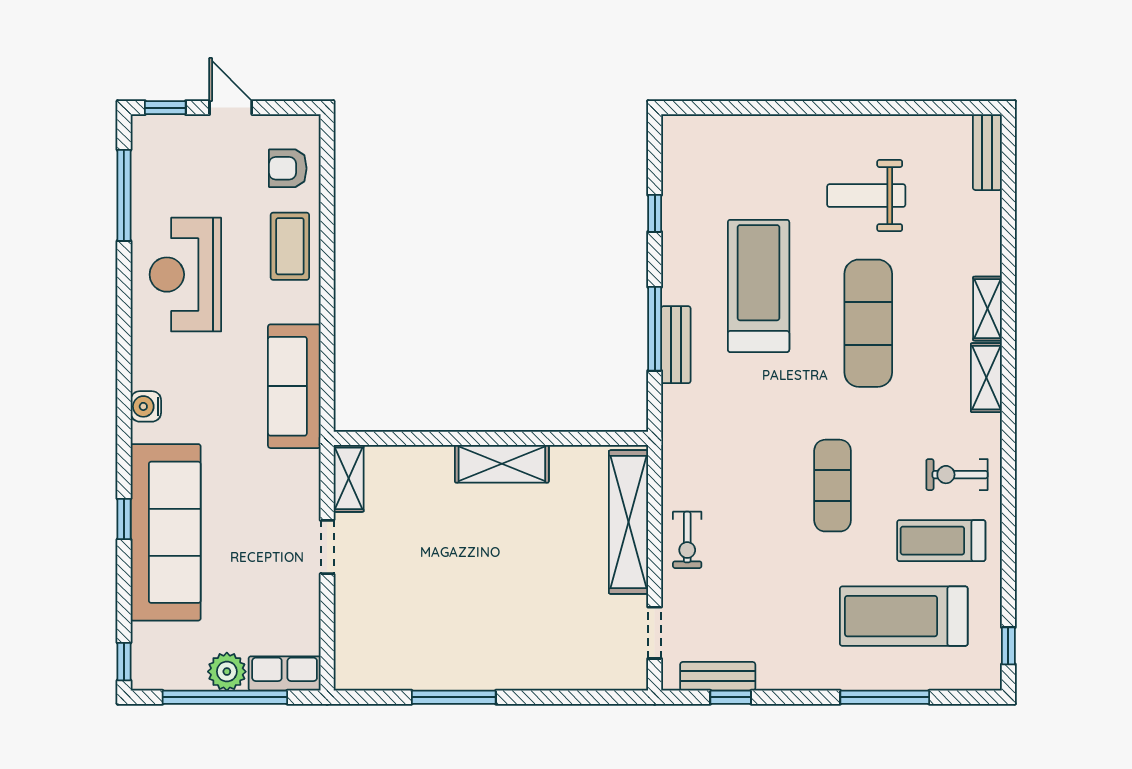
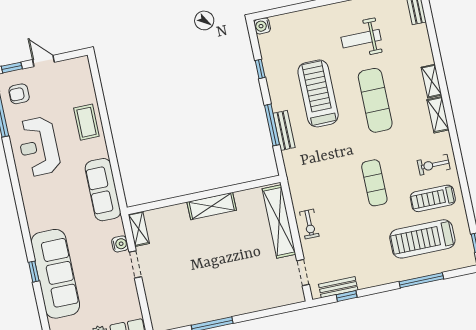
water cooler: (676, 129) -> (262, 26), added
armchair: (288, 168) -> (19, 94), moved
water cooler: (146, 406) -> (120, 244), moved, turned 180

